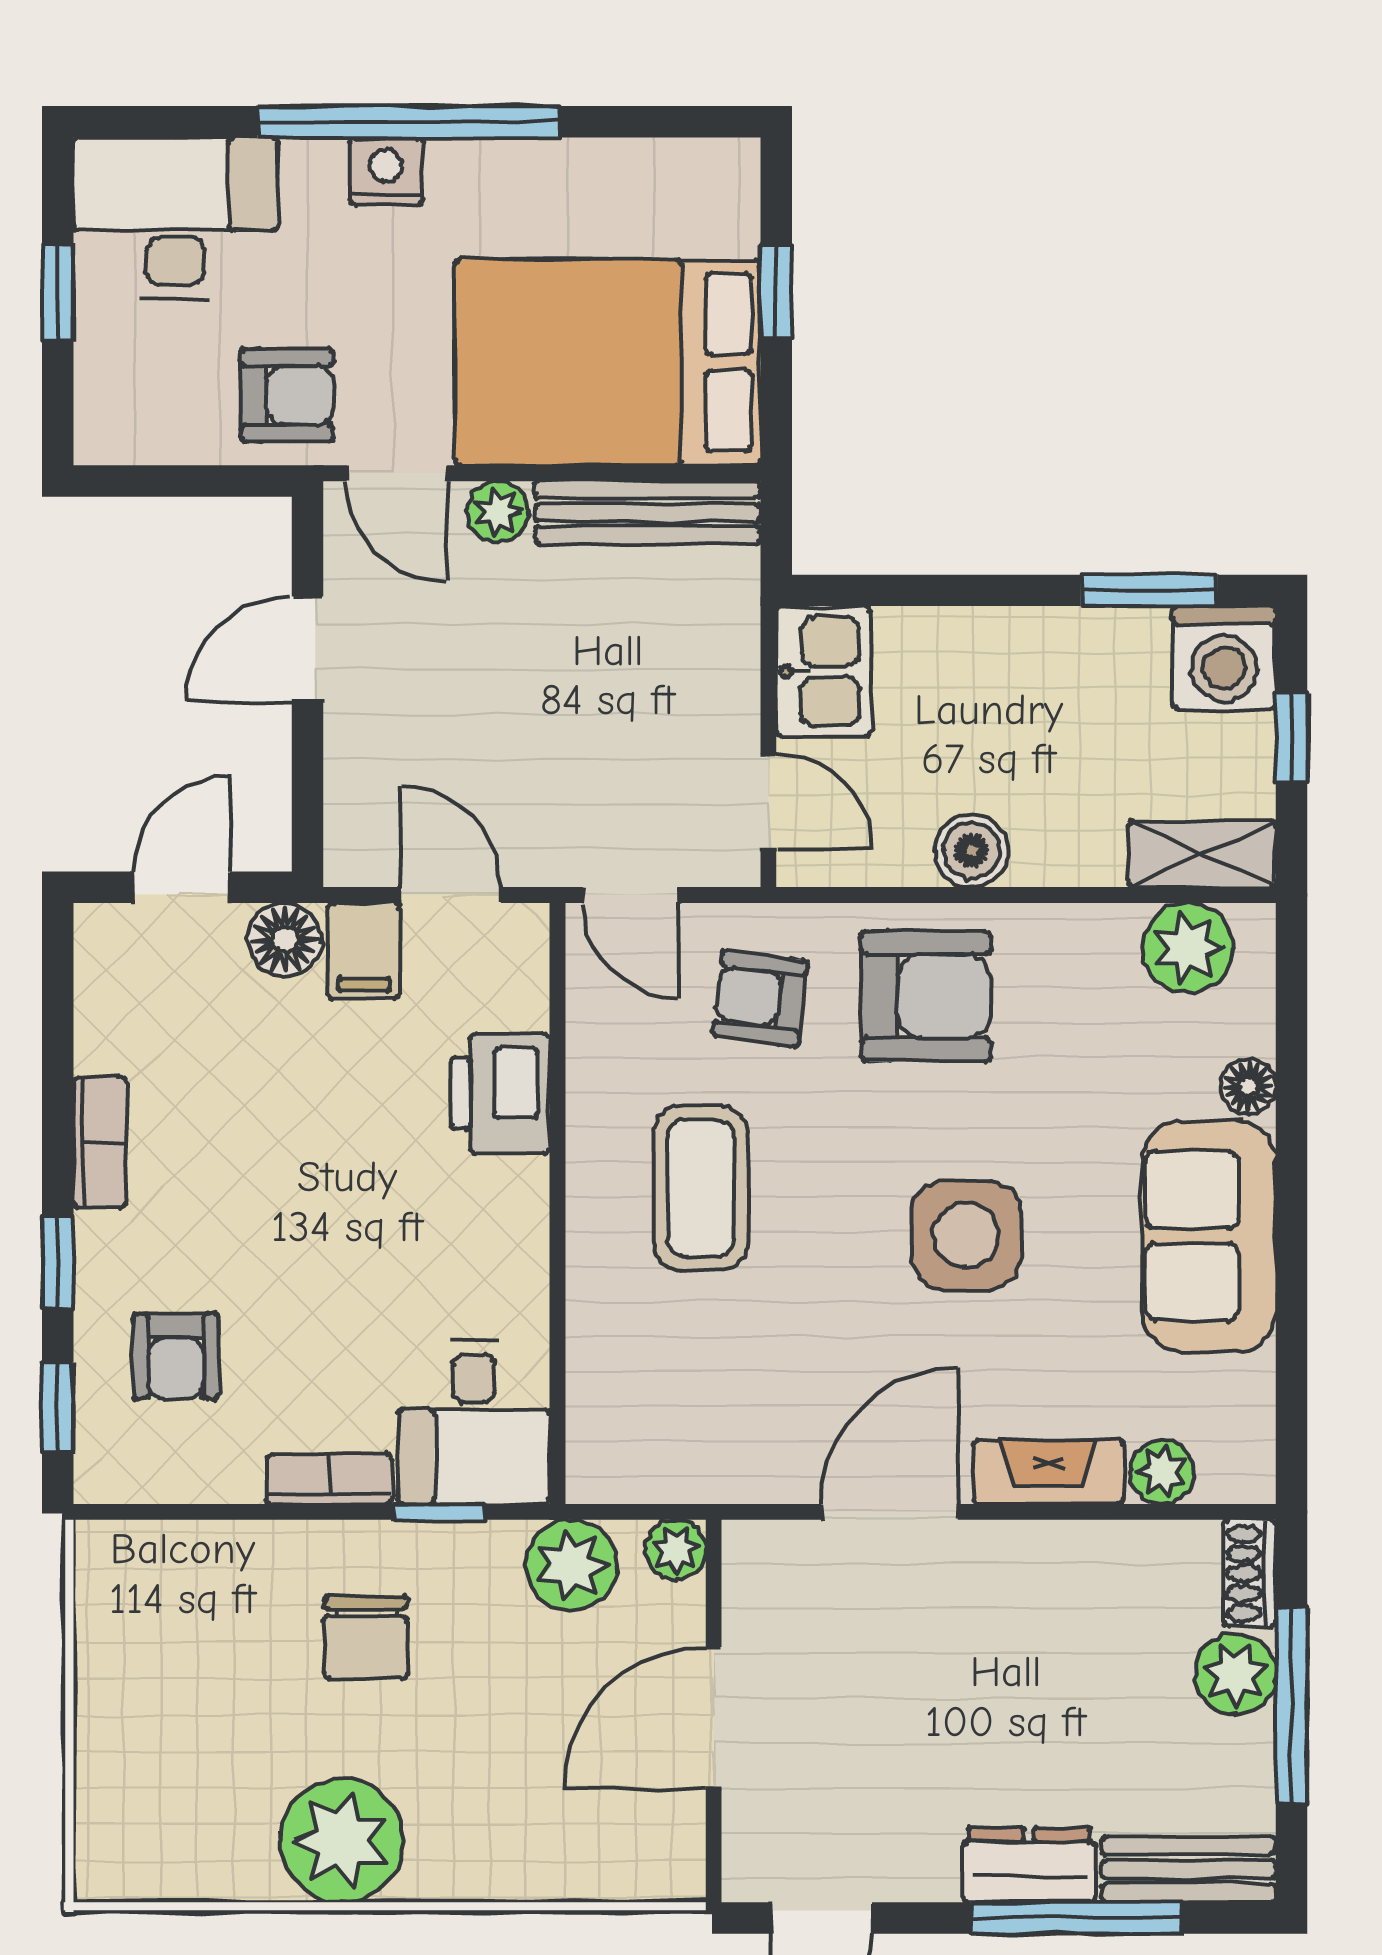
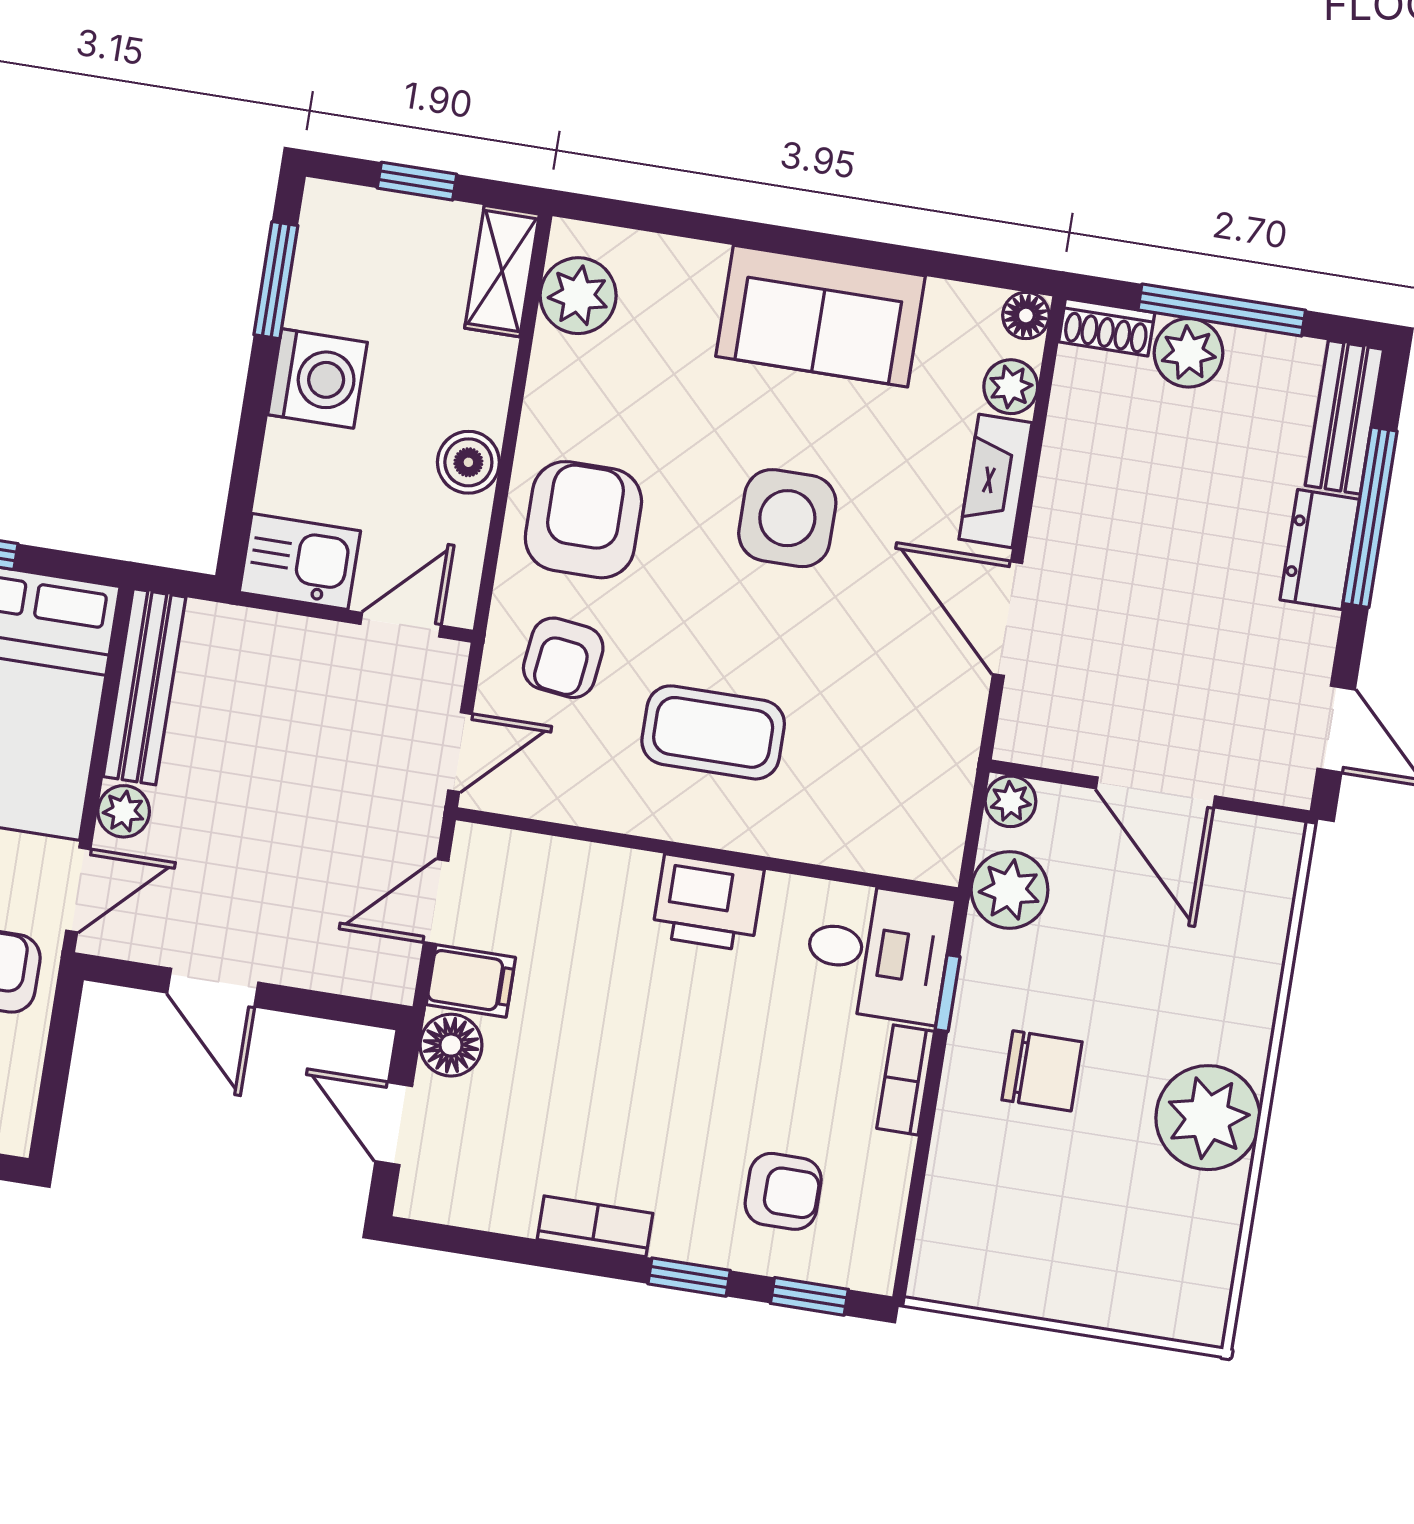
washing machine: (1224, 658) -> (318, 378), moved
floor lamp: (1248, 1087) -> (1026, 316), moved
printer: (500, 1094) -> (708, 903), moved

